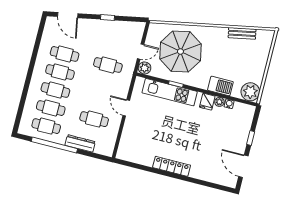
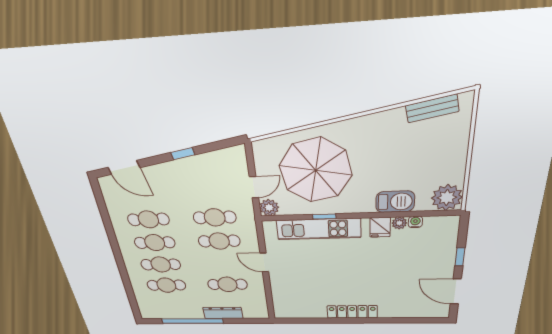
bench: (242, 33) -> (432, 108), moved
cafe table: (46, 126) -> (219, 241), moved

